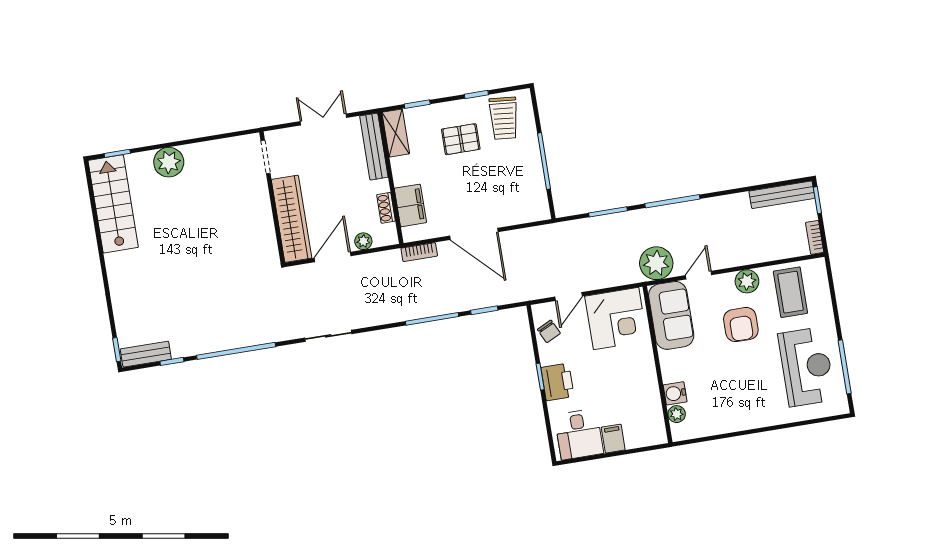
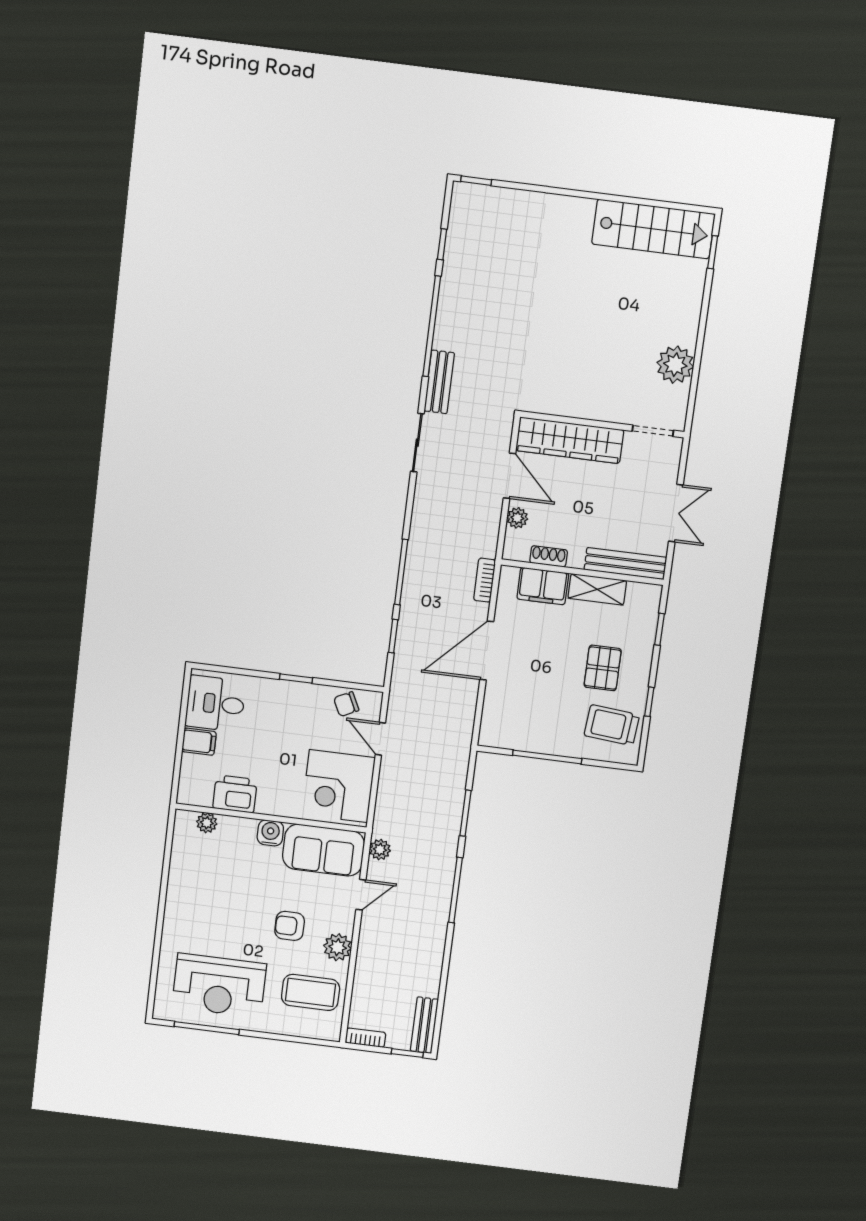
shelving: (396, 133) -> (597, 589), moved
plant: (169, 162) -> (675, 365), moved
bench: (782, 195) -> (424, 1025), width x0.73
plant: (656, 263) -> (380, 850), width x0.53, depth x0.53
door: (699, 275) -> (361, 895), hinge flipped
armchair: (741, 325) -> (290, 926), width x0.72, depth x0.72
bench: (146, 354) -> (439, 382), moved
printer: (558, 382) -> (235, 794), moved, turned 180
water cooler: (675, 393) -> (270, 833), moved

